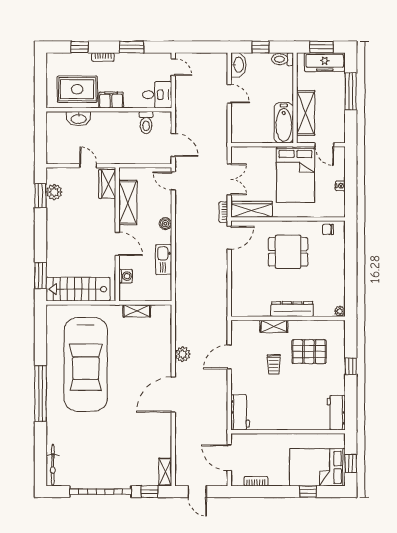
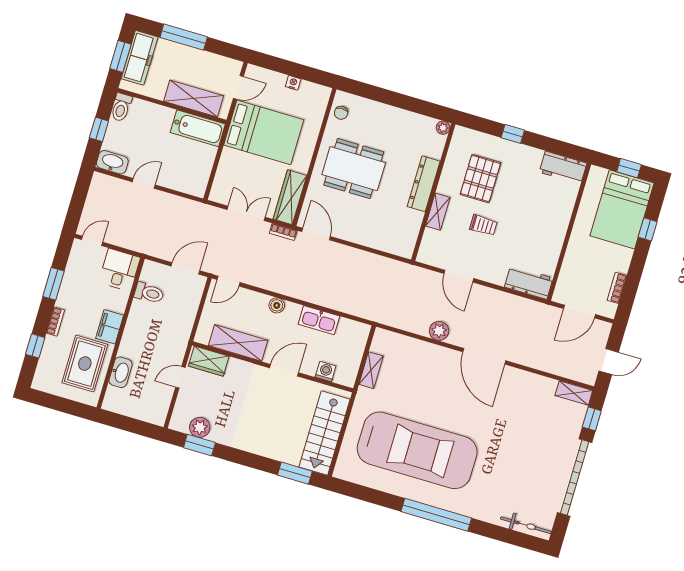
dining table: (288, 252) -> (354, 169), width x1.38

